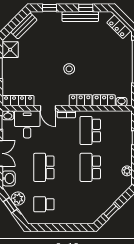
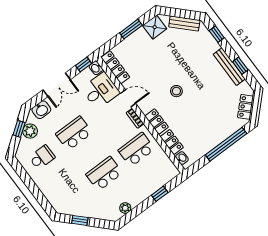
door: (48, 108) -> (128, 98), swing flipped
school desk: (44, 204) -> (42, 157), turned 90

